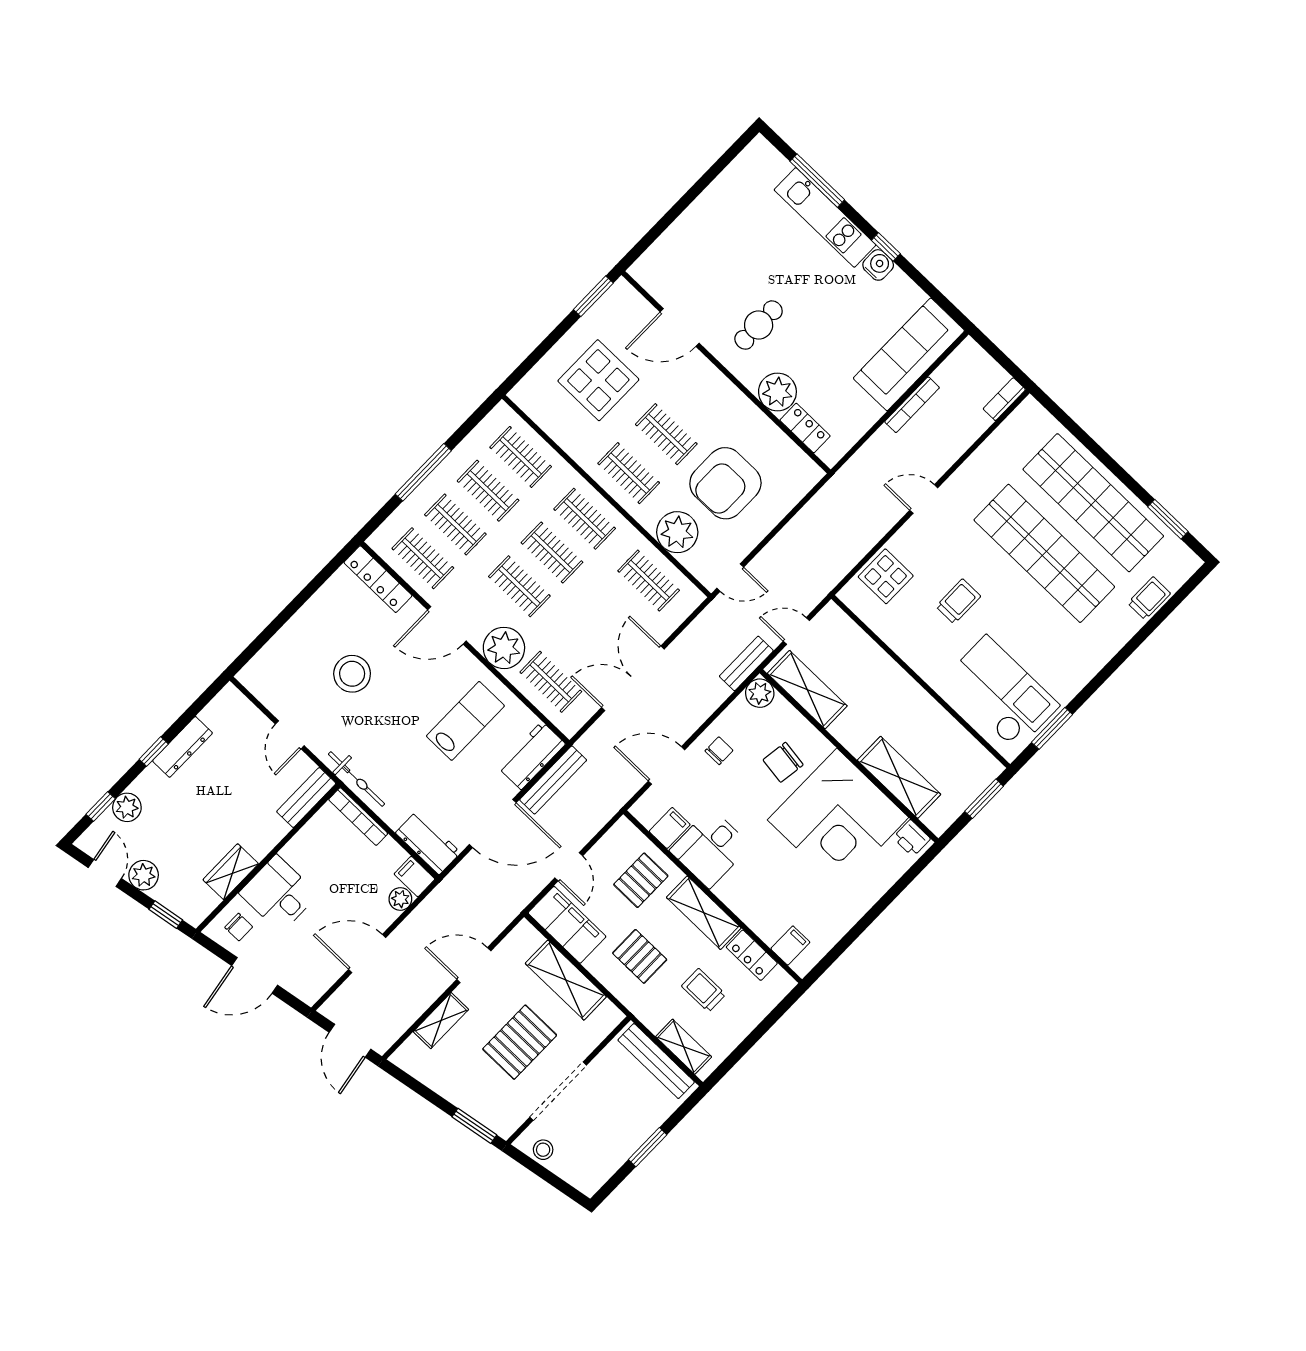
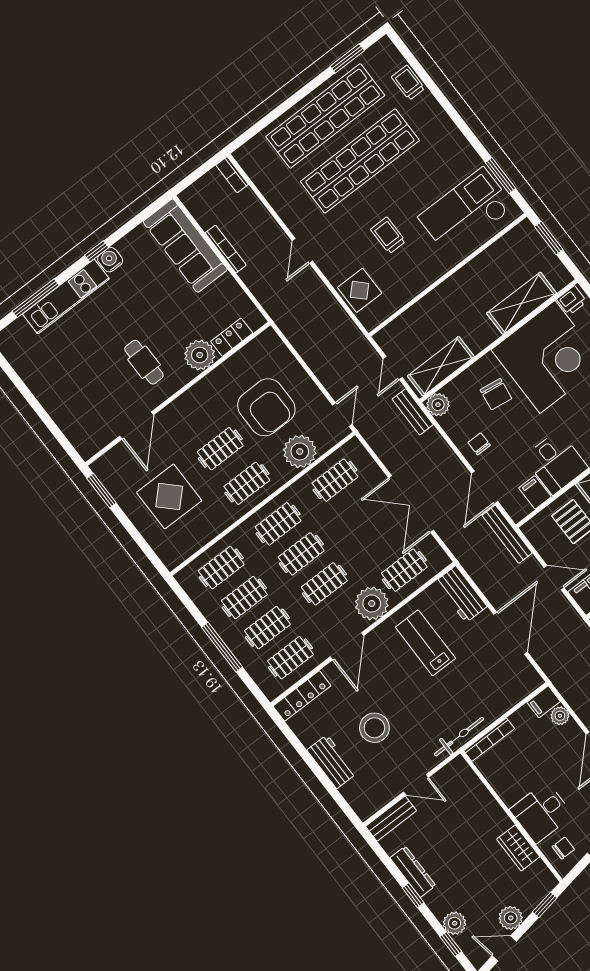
bench: (553, 780) -> (507, 534), moved
bench: (306, 798) -> (391, 819), moved, turned 90
workbench: (428, 843) -> (332, 762), moved, turned 90

